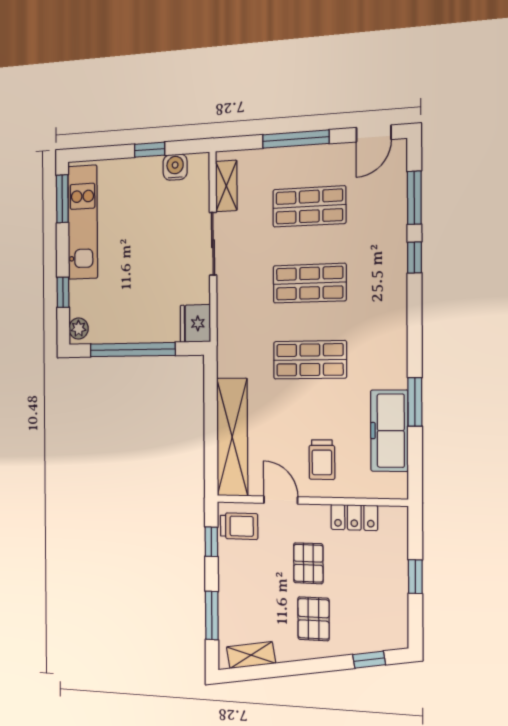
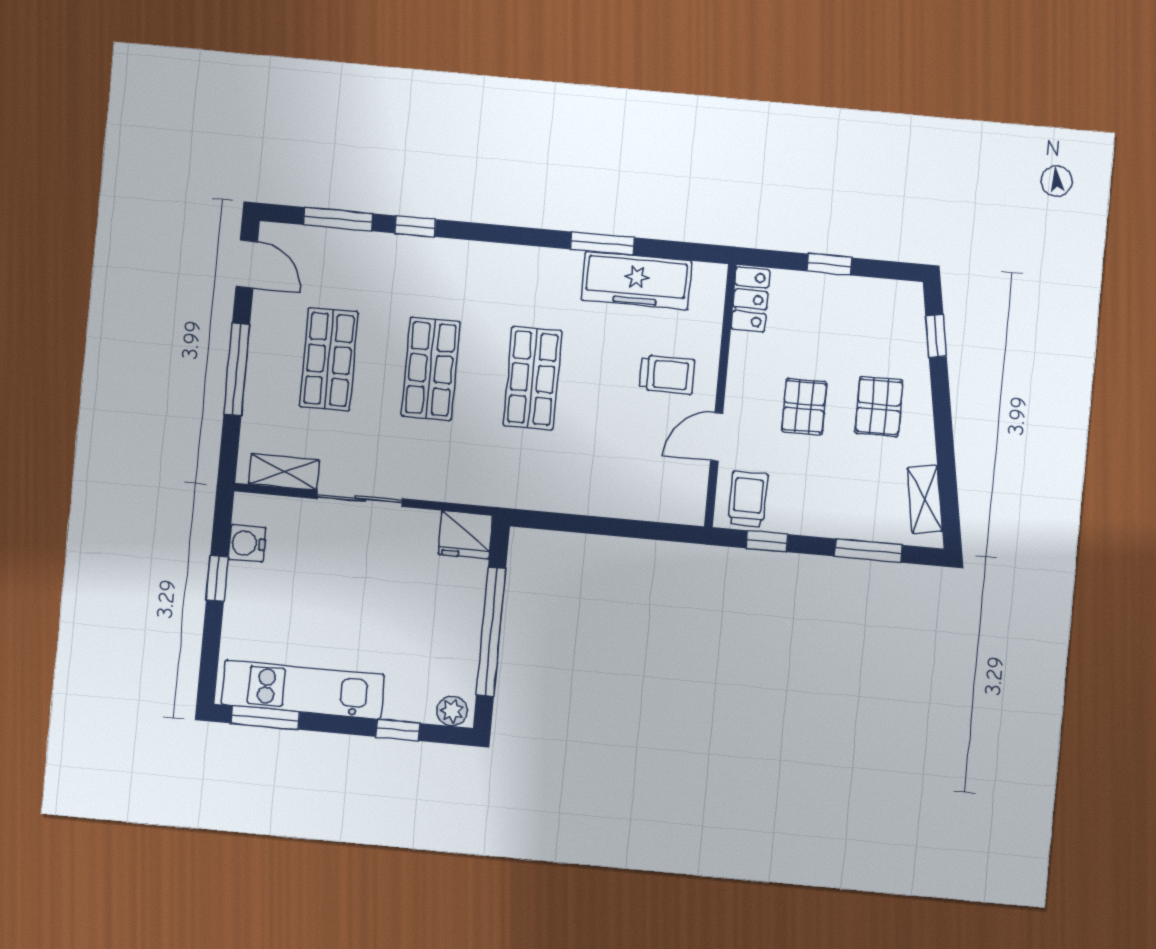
shelving: (232, 437) -> (626, 497), removed
locker: (354, 517) -> (750, 299), moved
pallet: (308, 563) -> (804, 407), turned 90
pallet: (314, 619) -> (879, 407), turned 90

